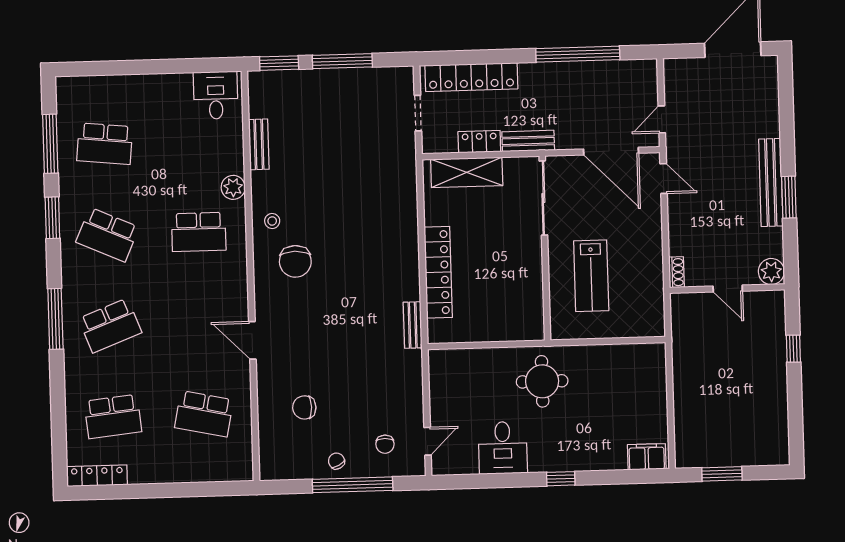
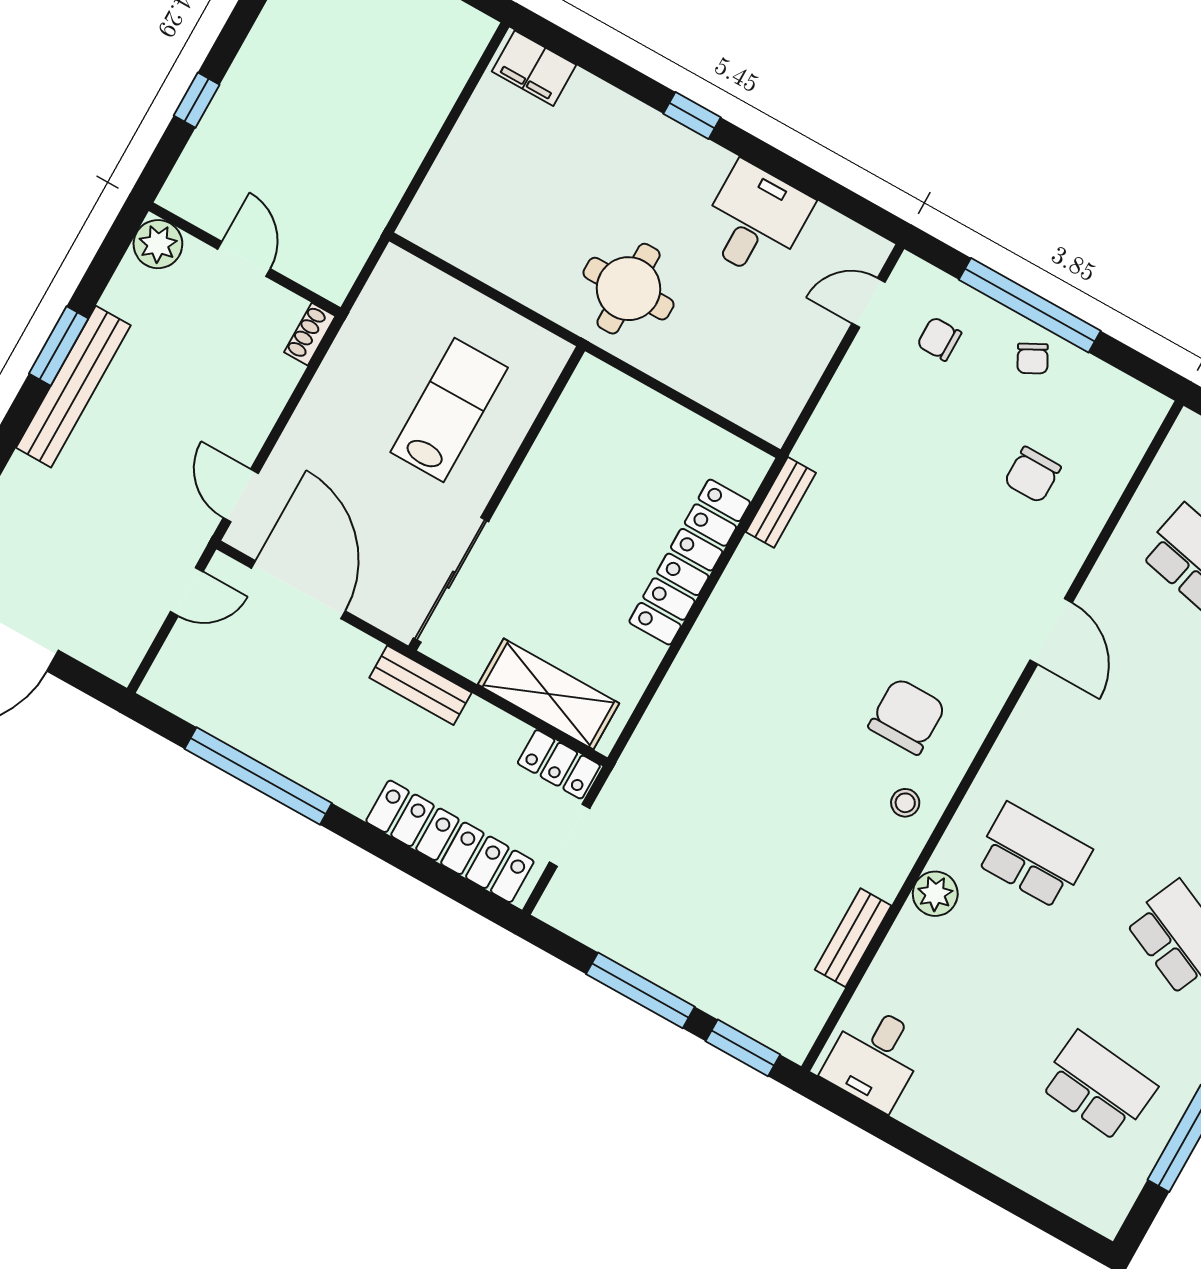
locker: (479, 142) -> (559, 764), moved
chair: (304, 407) -> (1033, 475), turned 90
chair: (385, 444) -> (939, 339), turned -90

